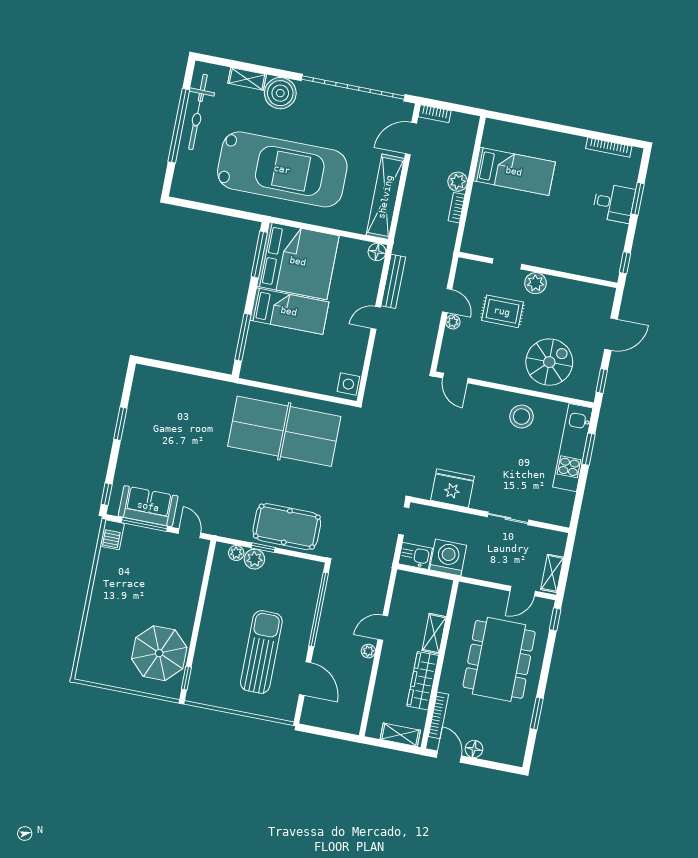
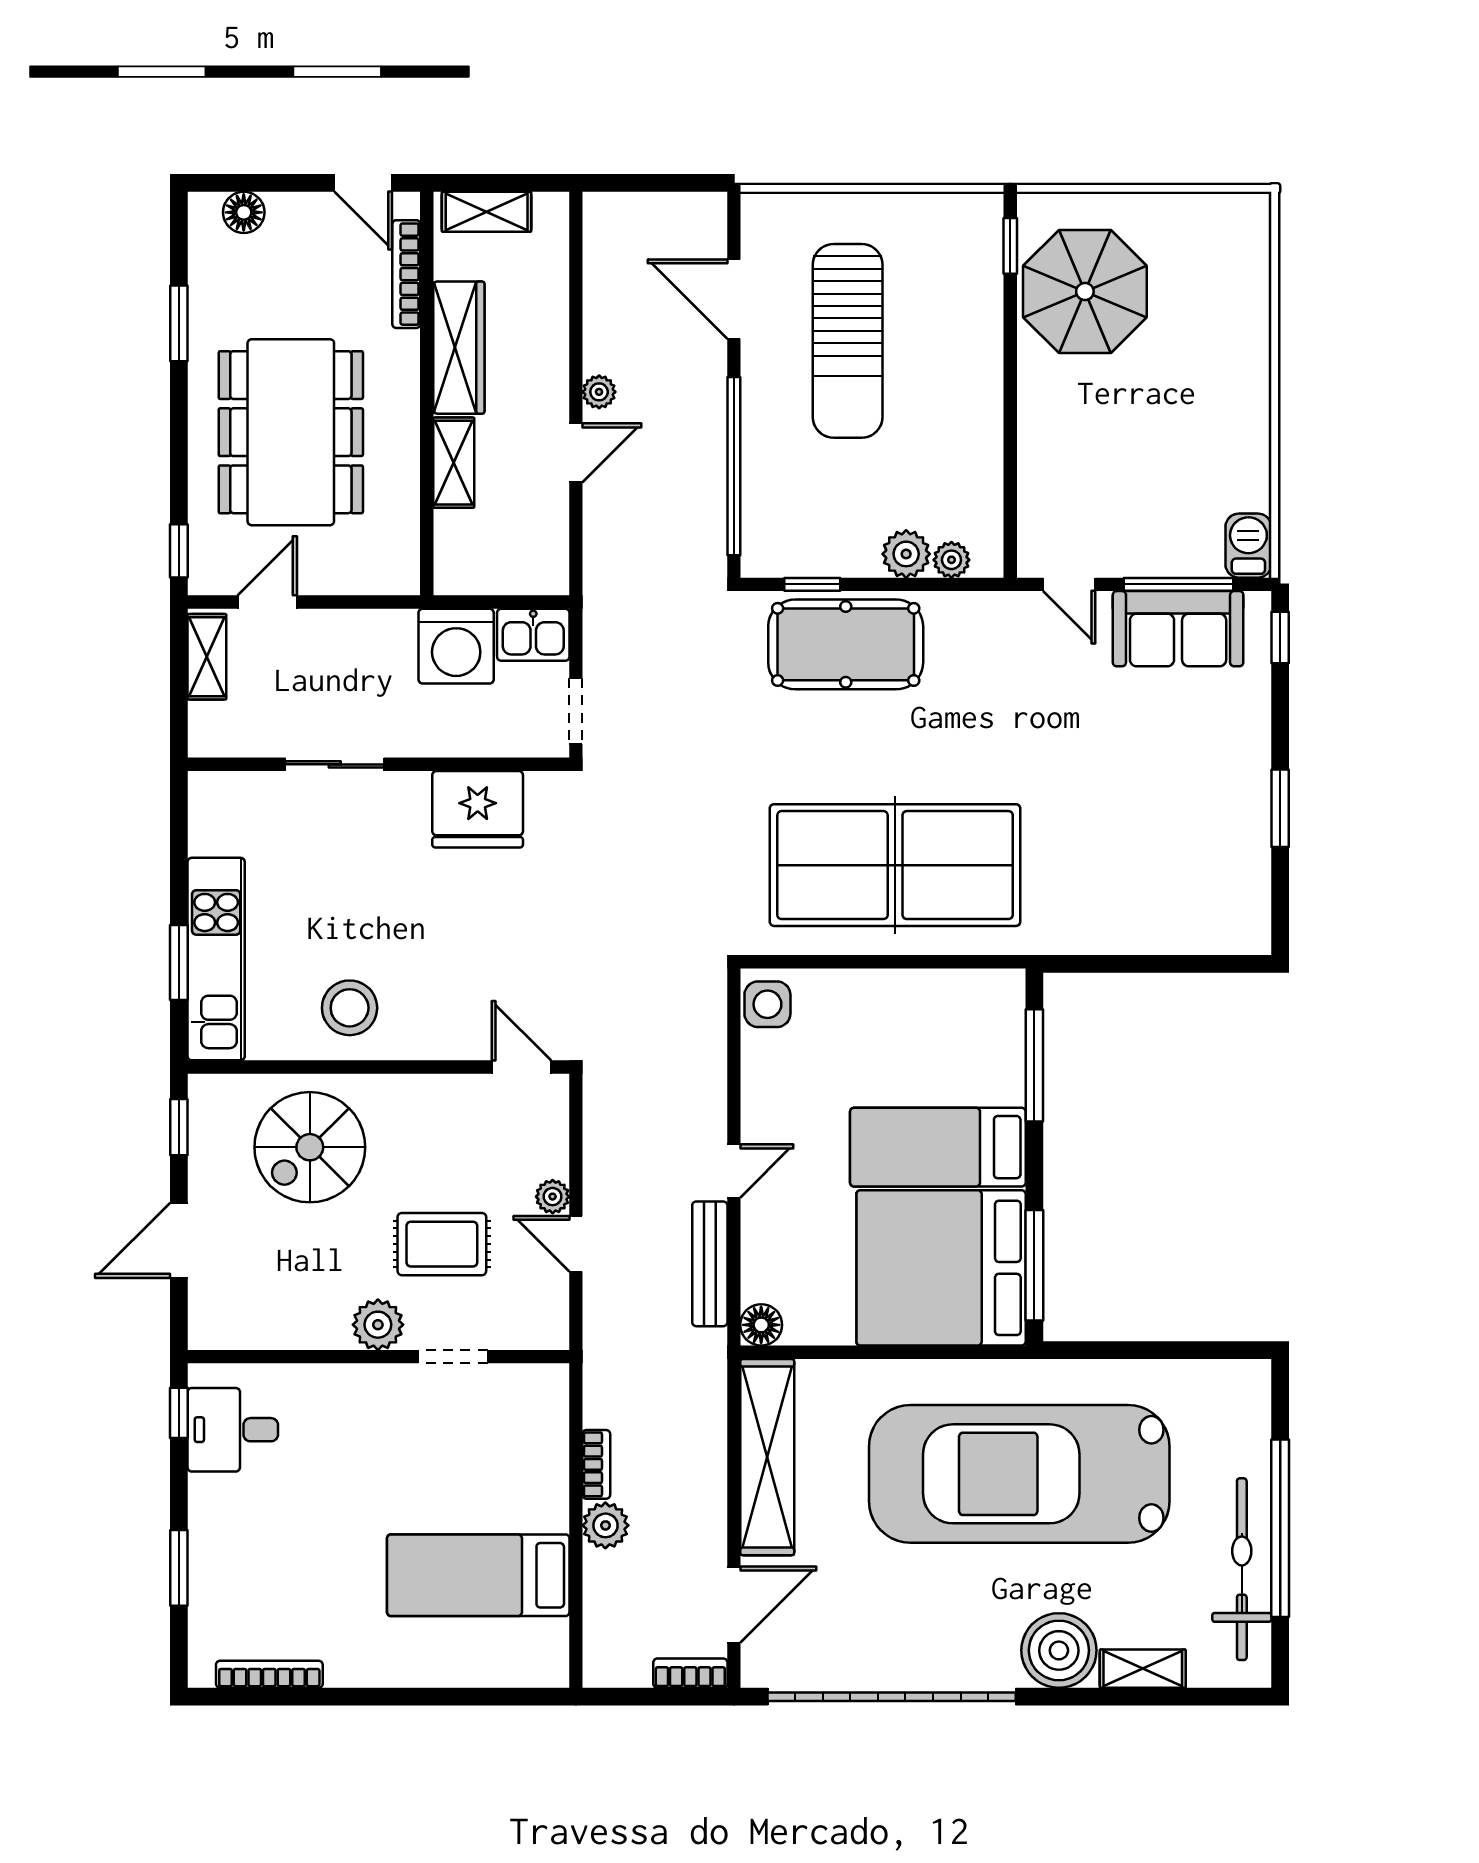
desk: (614, 203) -> (233, 1430), moved
window: (263, 548) -> (812, 584), moved
floor lamp: (474, 749) -> (244, 212), moved

